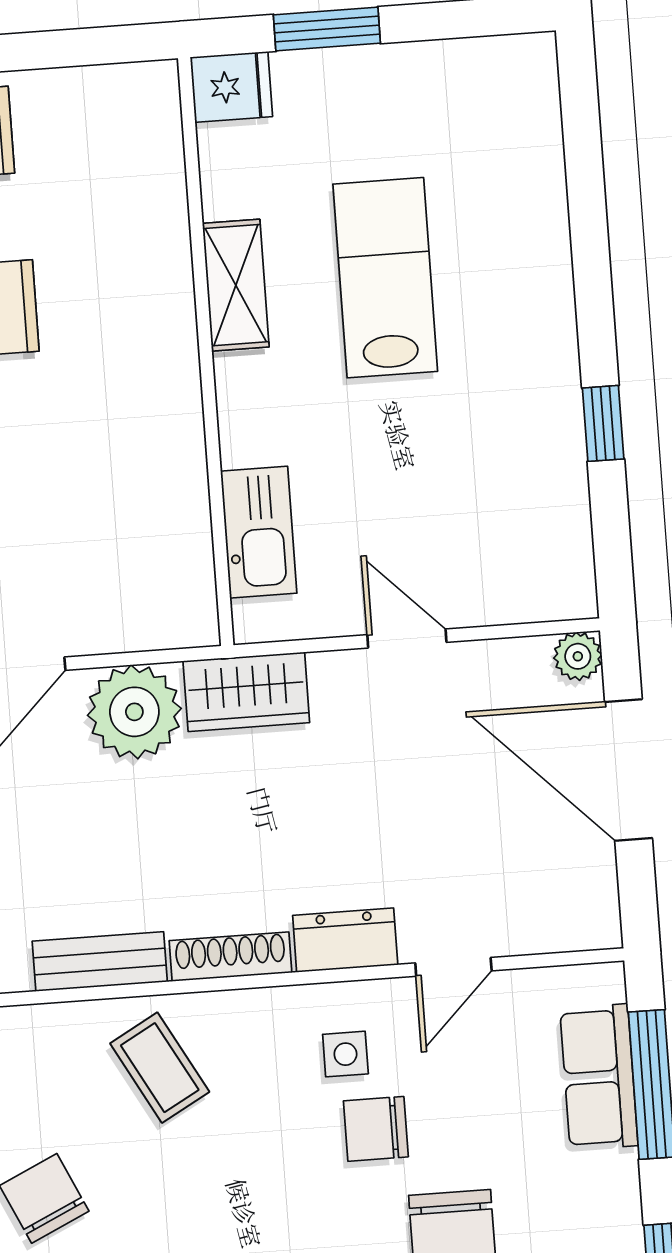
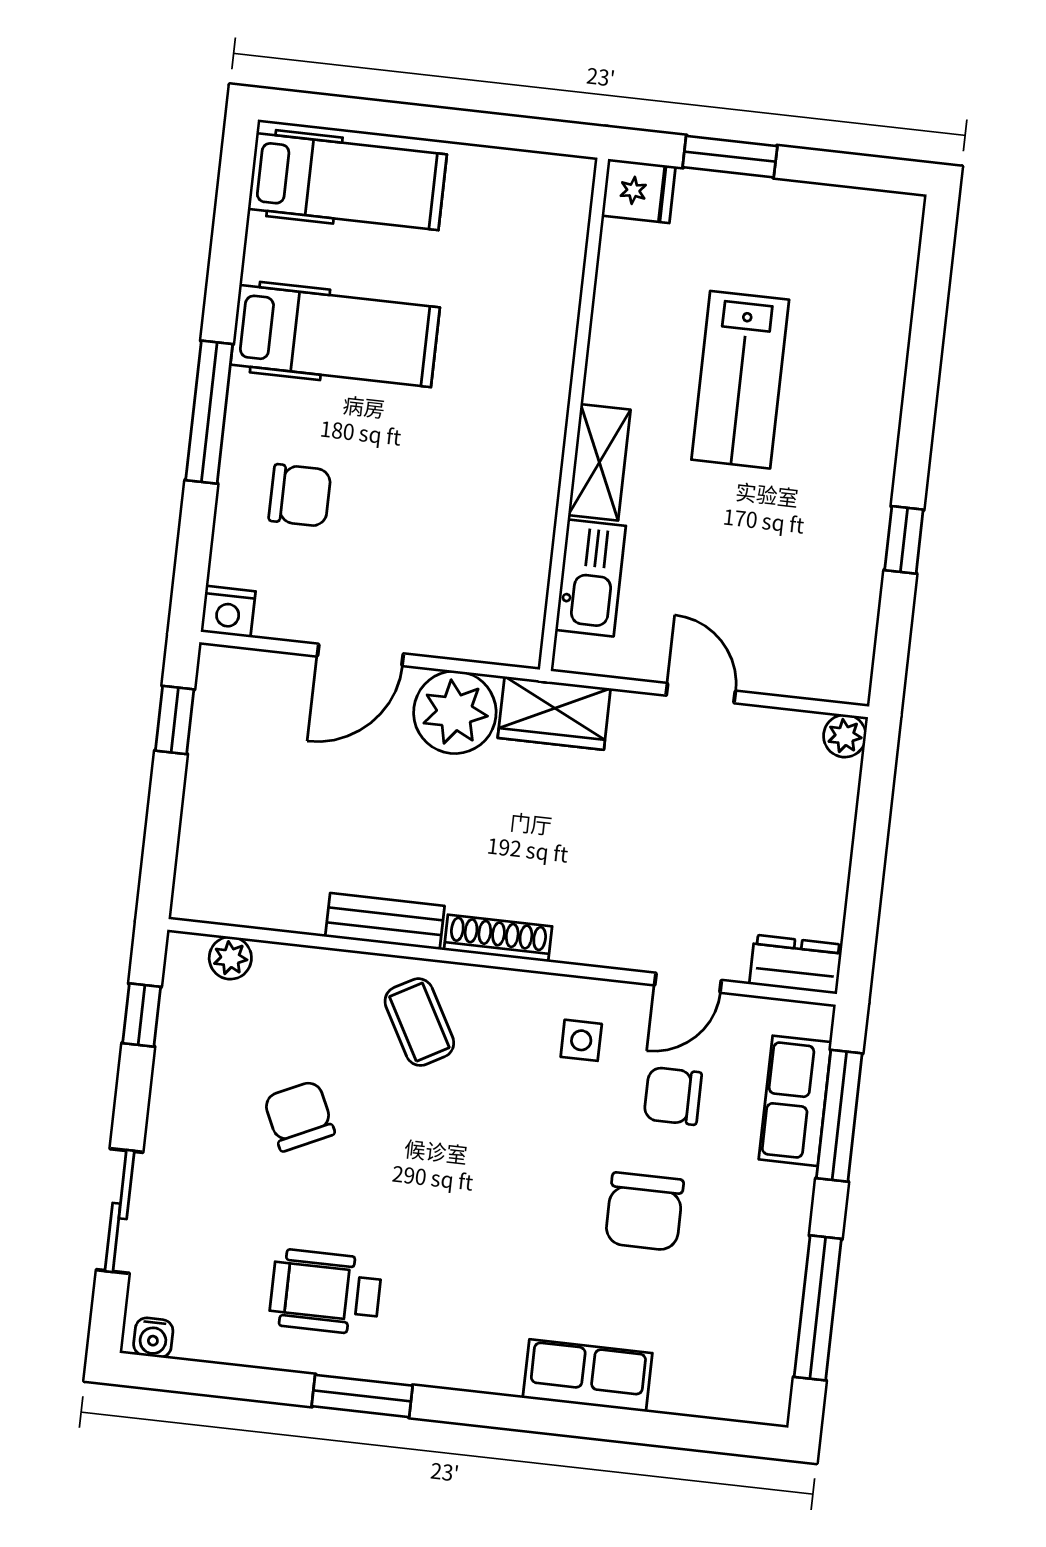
lab bench: (385, 278) -> (740, 380), turned 180
shelving: (236, 285) -> (599, 462), moved
door: (629, 770) -> (870, 842), removed
dresser: (345, 940) -> (796, 964), moved
chair: (376, 1129) -> (673, 1096), moved

